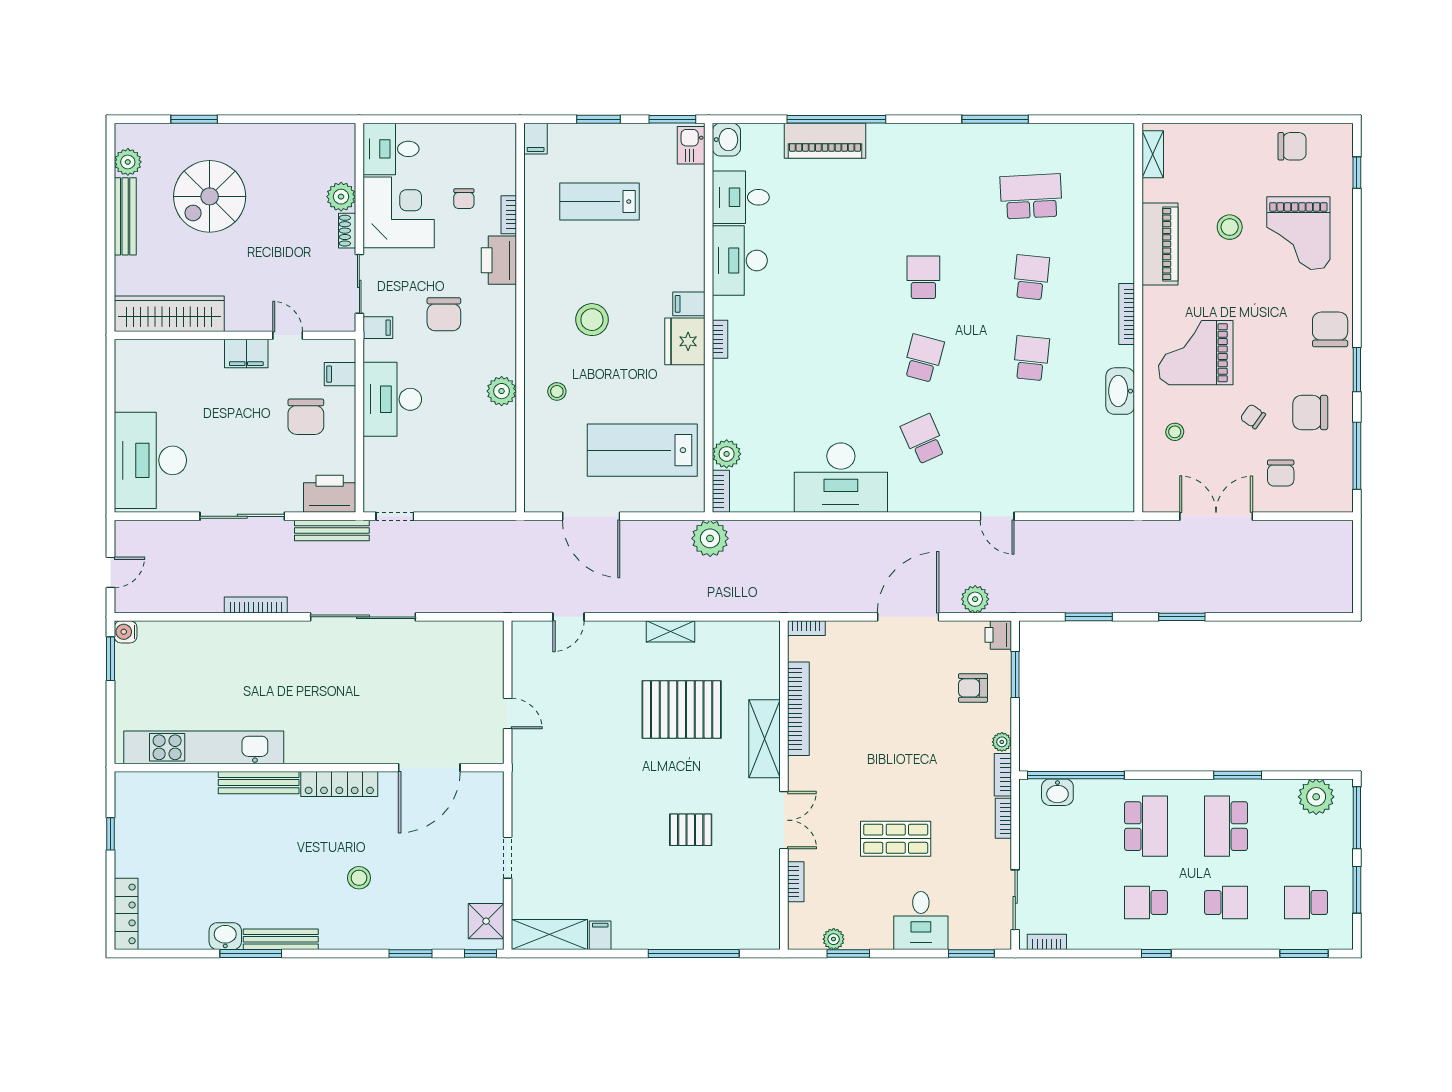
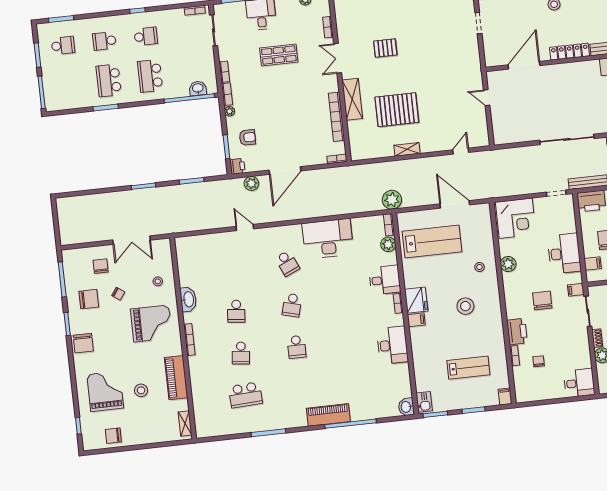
piano: (825, 141) -> (328, 415), moved
desk: (741, 197) -> (385, 280), moved
corner desk: (399, 212) -> (516, 218), moved, turned -90
plant: (1316, 797) -> (64, 101), removed
school desk: (1226, 826) -> (109, 80), turned 180

